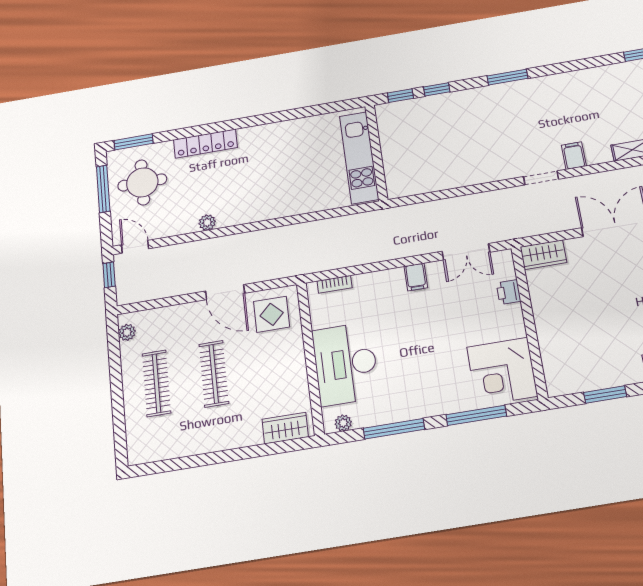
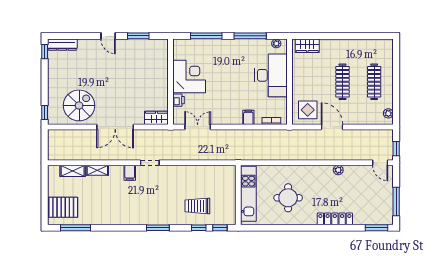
trolley: (445, 123) -> (197, 206), added
round table: (142, 182) -> (288, 198), moved
filing cabinet: (416, 277) -> (248, 117), moved
corner desk: (502, 372) -> (189, 77), moved

